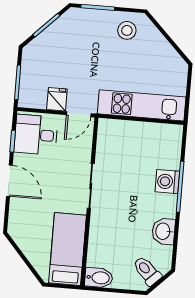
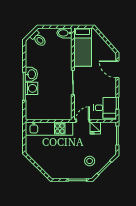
stool: (127, 30) -> (90, 161), moved
door: (9, 181) -> (117, 69), moved
washbasin: (163, 231) -> (31, 74), moved

